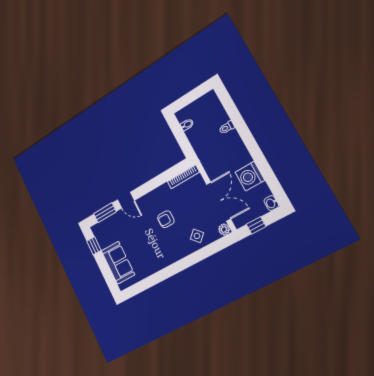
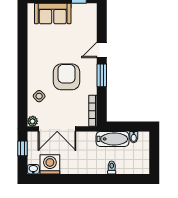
bathtub: (199, 143) -> (112, 139), added
washing machine: (250, 176) -> (50, 164), moved
window: (105, 213) -> (102, 75), moved
armchair: (166, 219) -> (67, 77), width x1.88, depth x1.88

